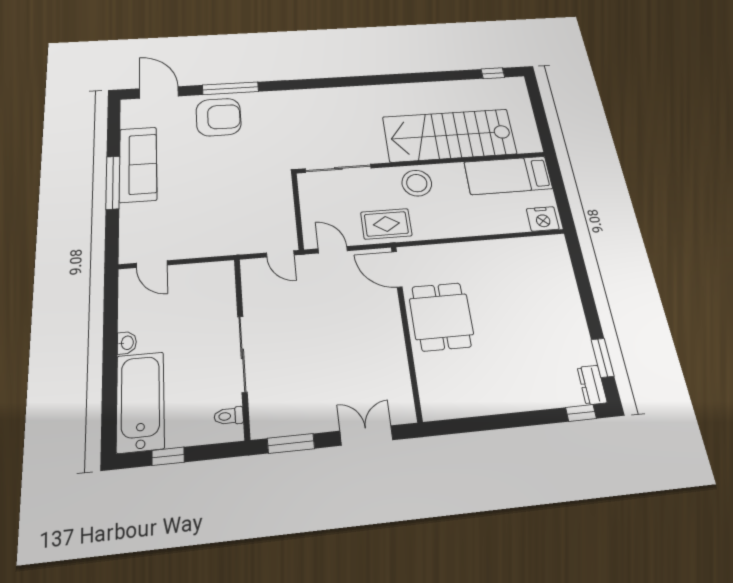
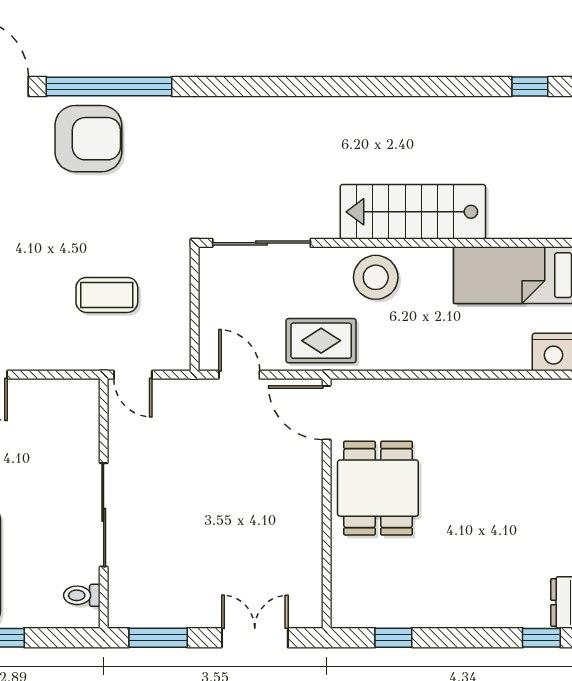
window: (230, 88) -> (109, 87), width x1.46
stairs: (449, 135) -> (413, 212), width x0.73, depth x0.66
coffee table: (236, 207) -> (107, 295), added
door: (280, 254) -> (133, 375), moved
window: (472, 424) -> (393, 638), added

